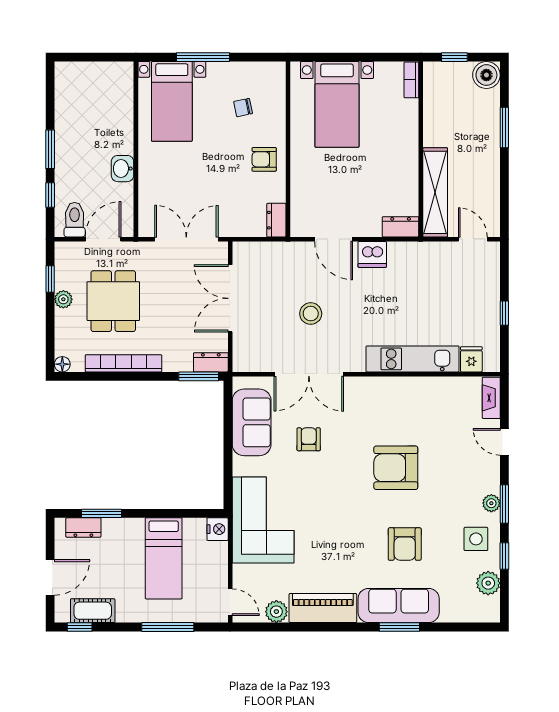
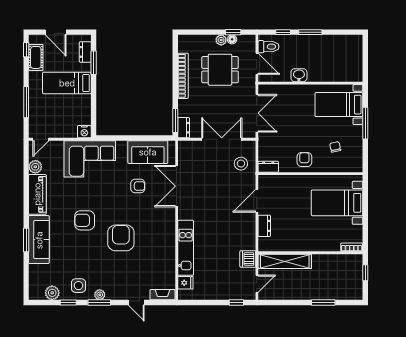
boiler: (486, 75) -> (355, 292), removed
dresser: (401, 227) -> (264, 226), moved
dishwasher: (372, 254) -> (248, 259), moved
window: (504, 313) -> (236, 302), moved
stool: (311, 314) -> (241, 164), moved
floor lamp: (62, 364) -> (232, 39), moved
door: (504, 442) -> (136, 302), swing flipped
armchair: (405, 544) -> (85, 220), moved
bed: (164, 558) -> (67, 83), moved

